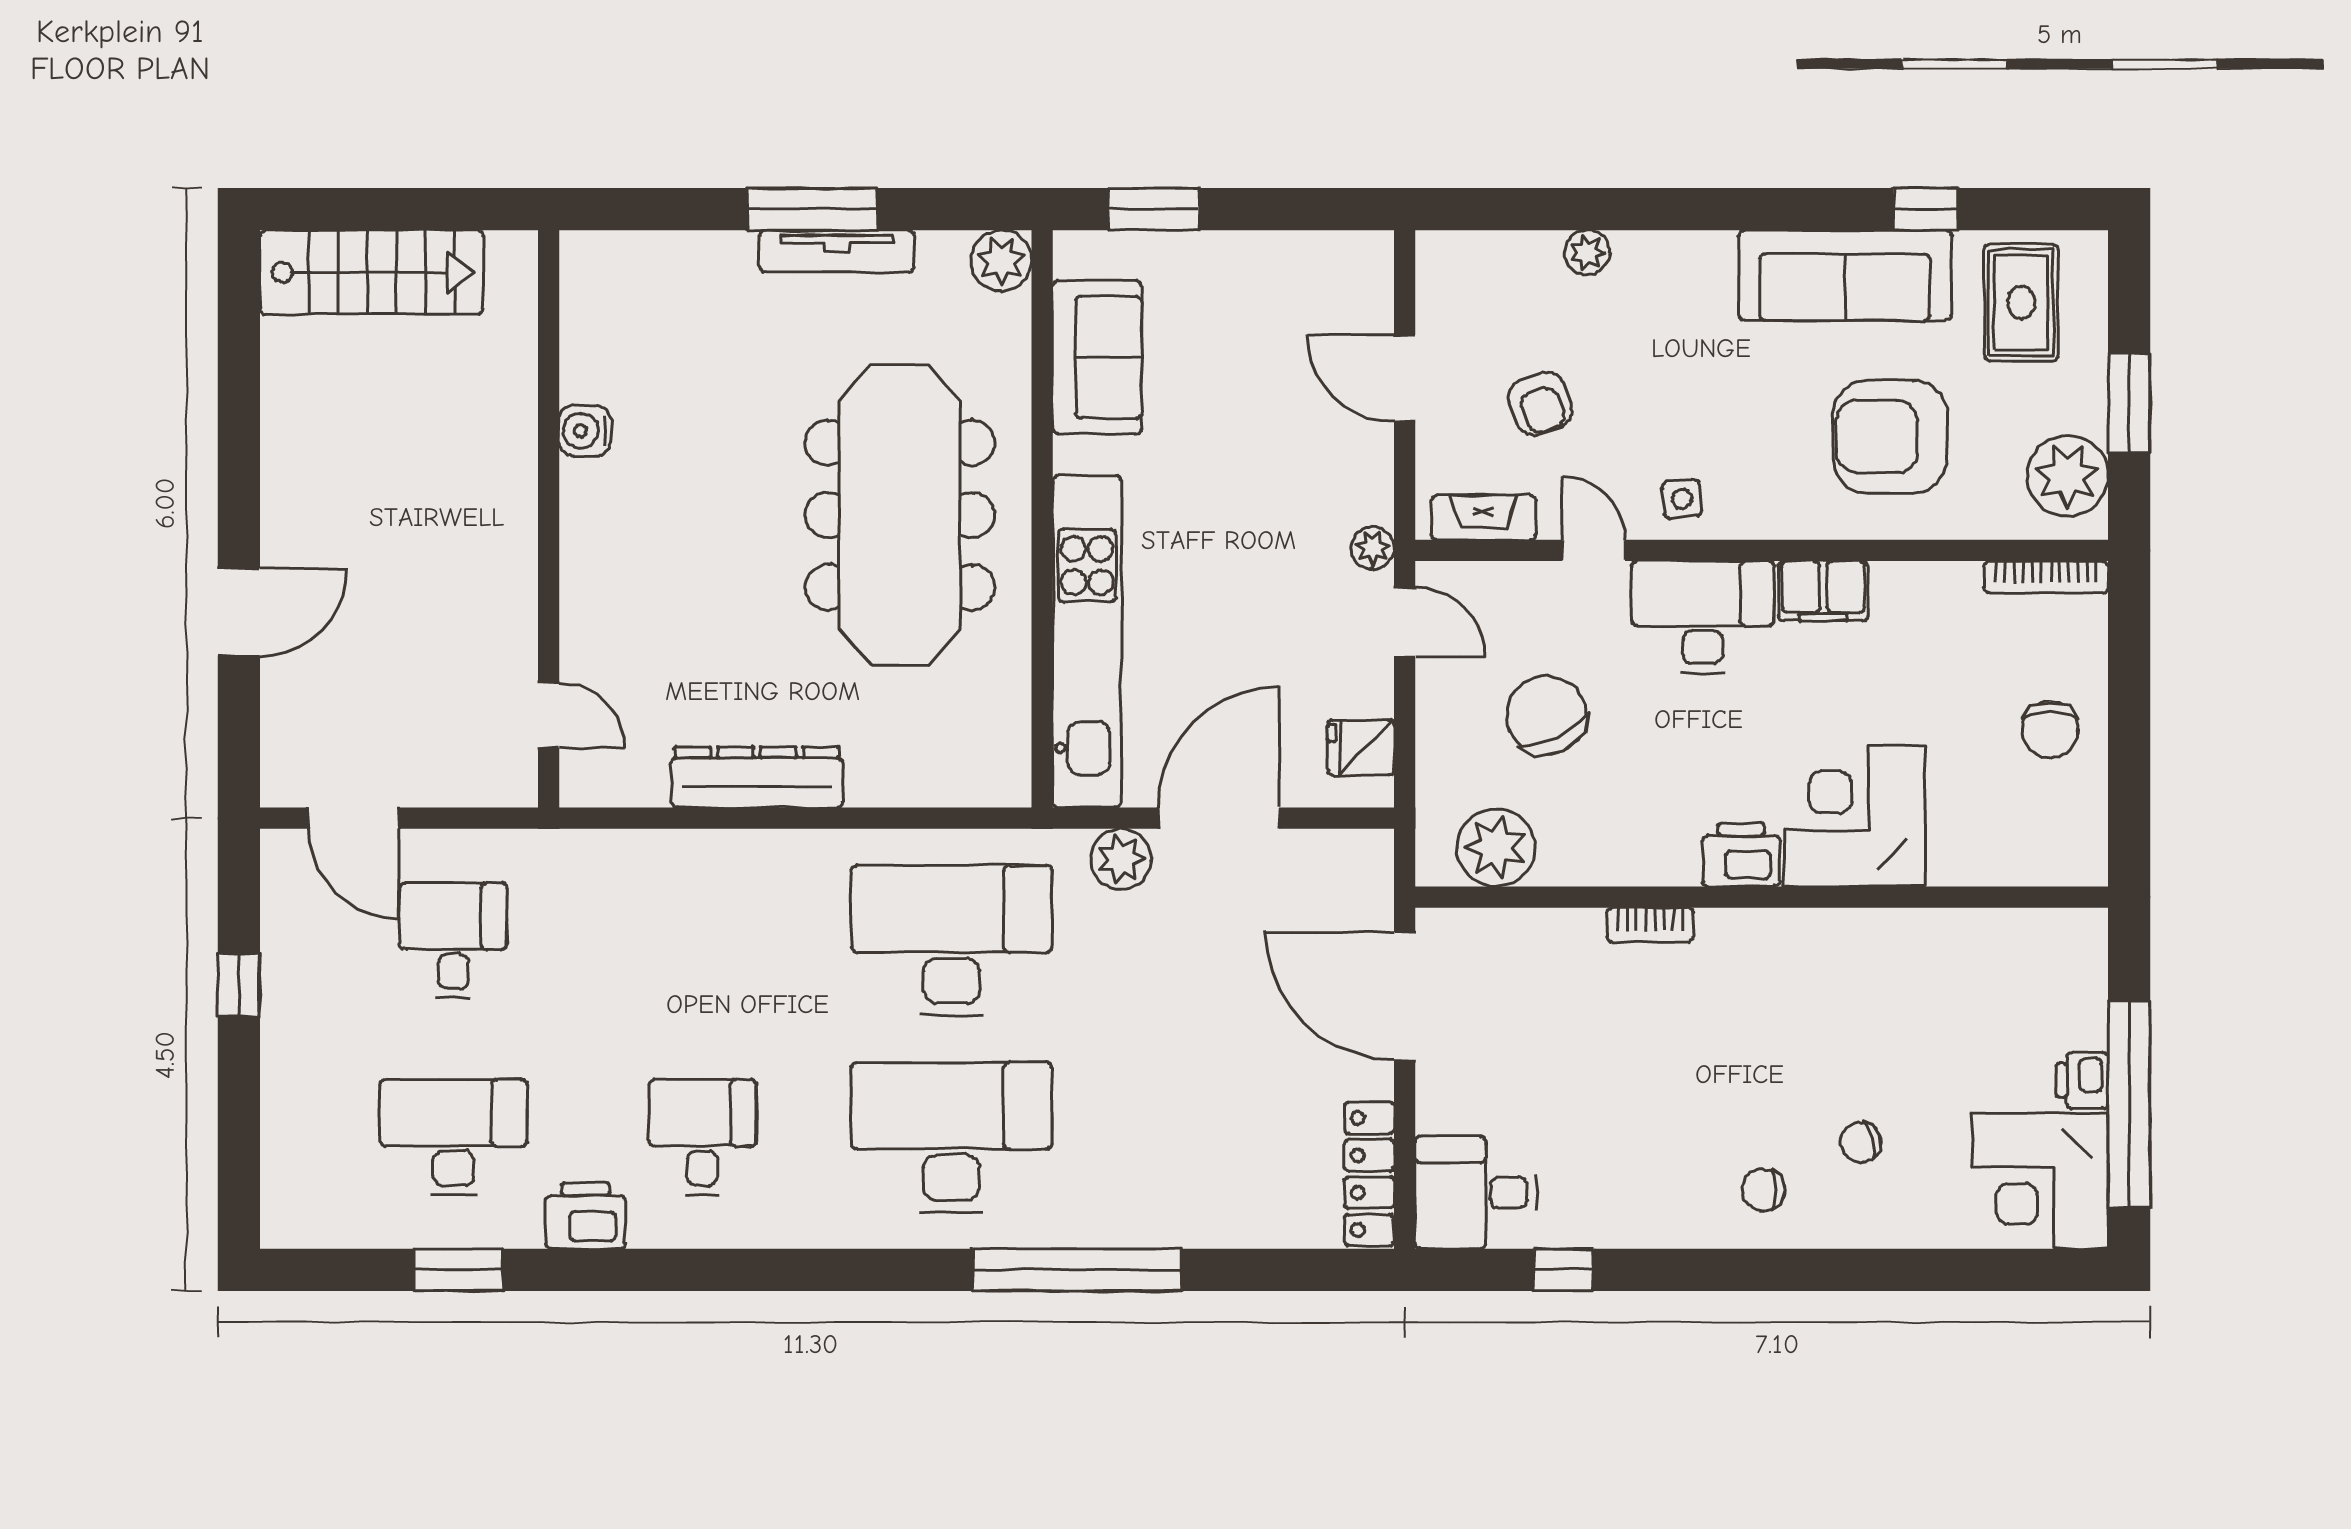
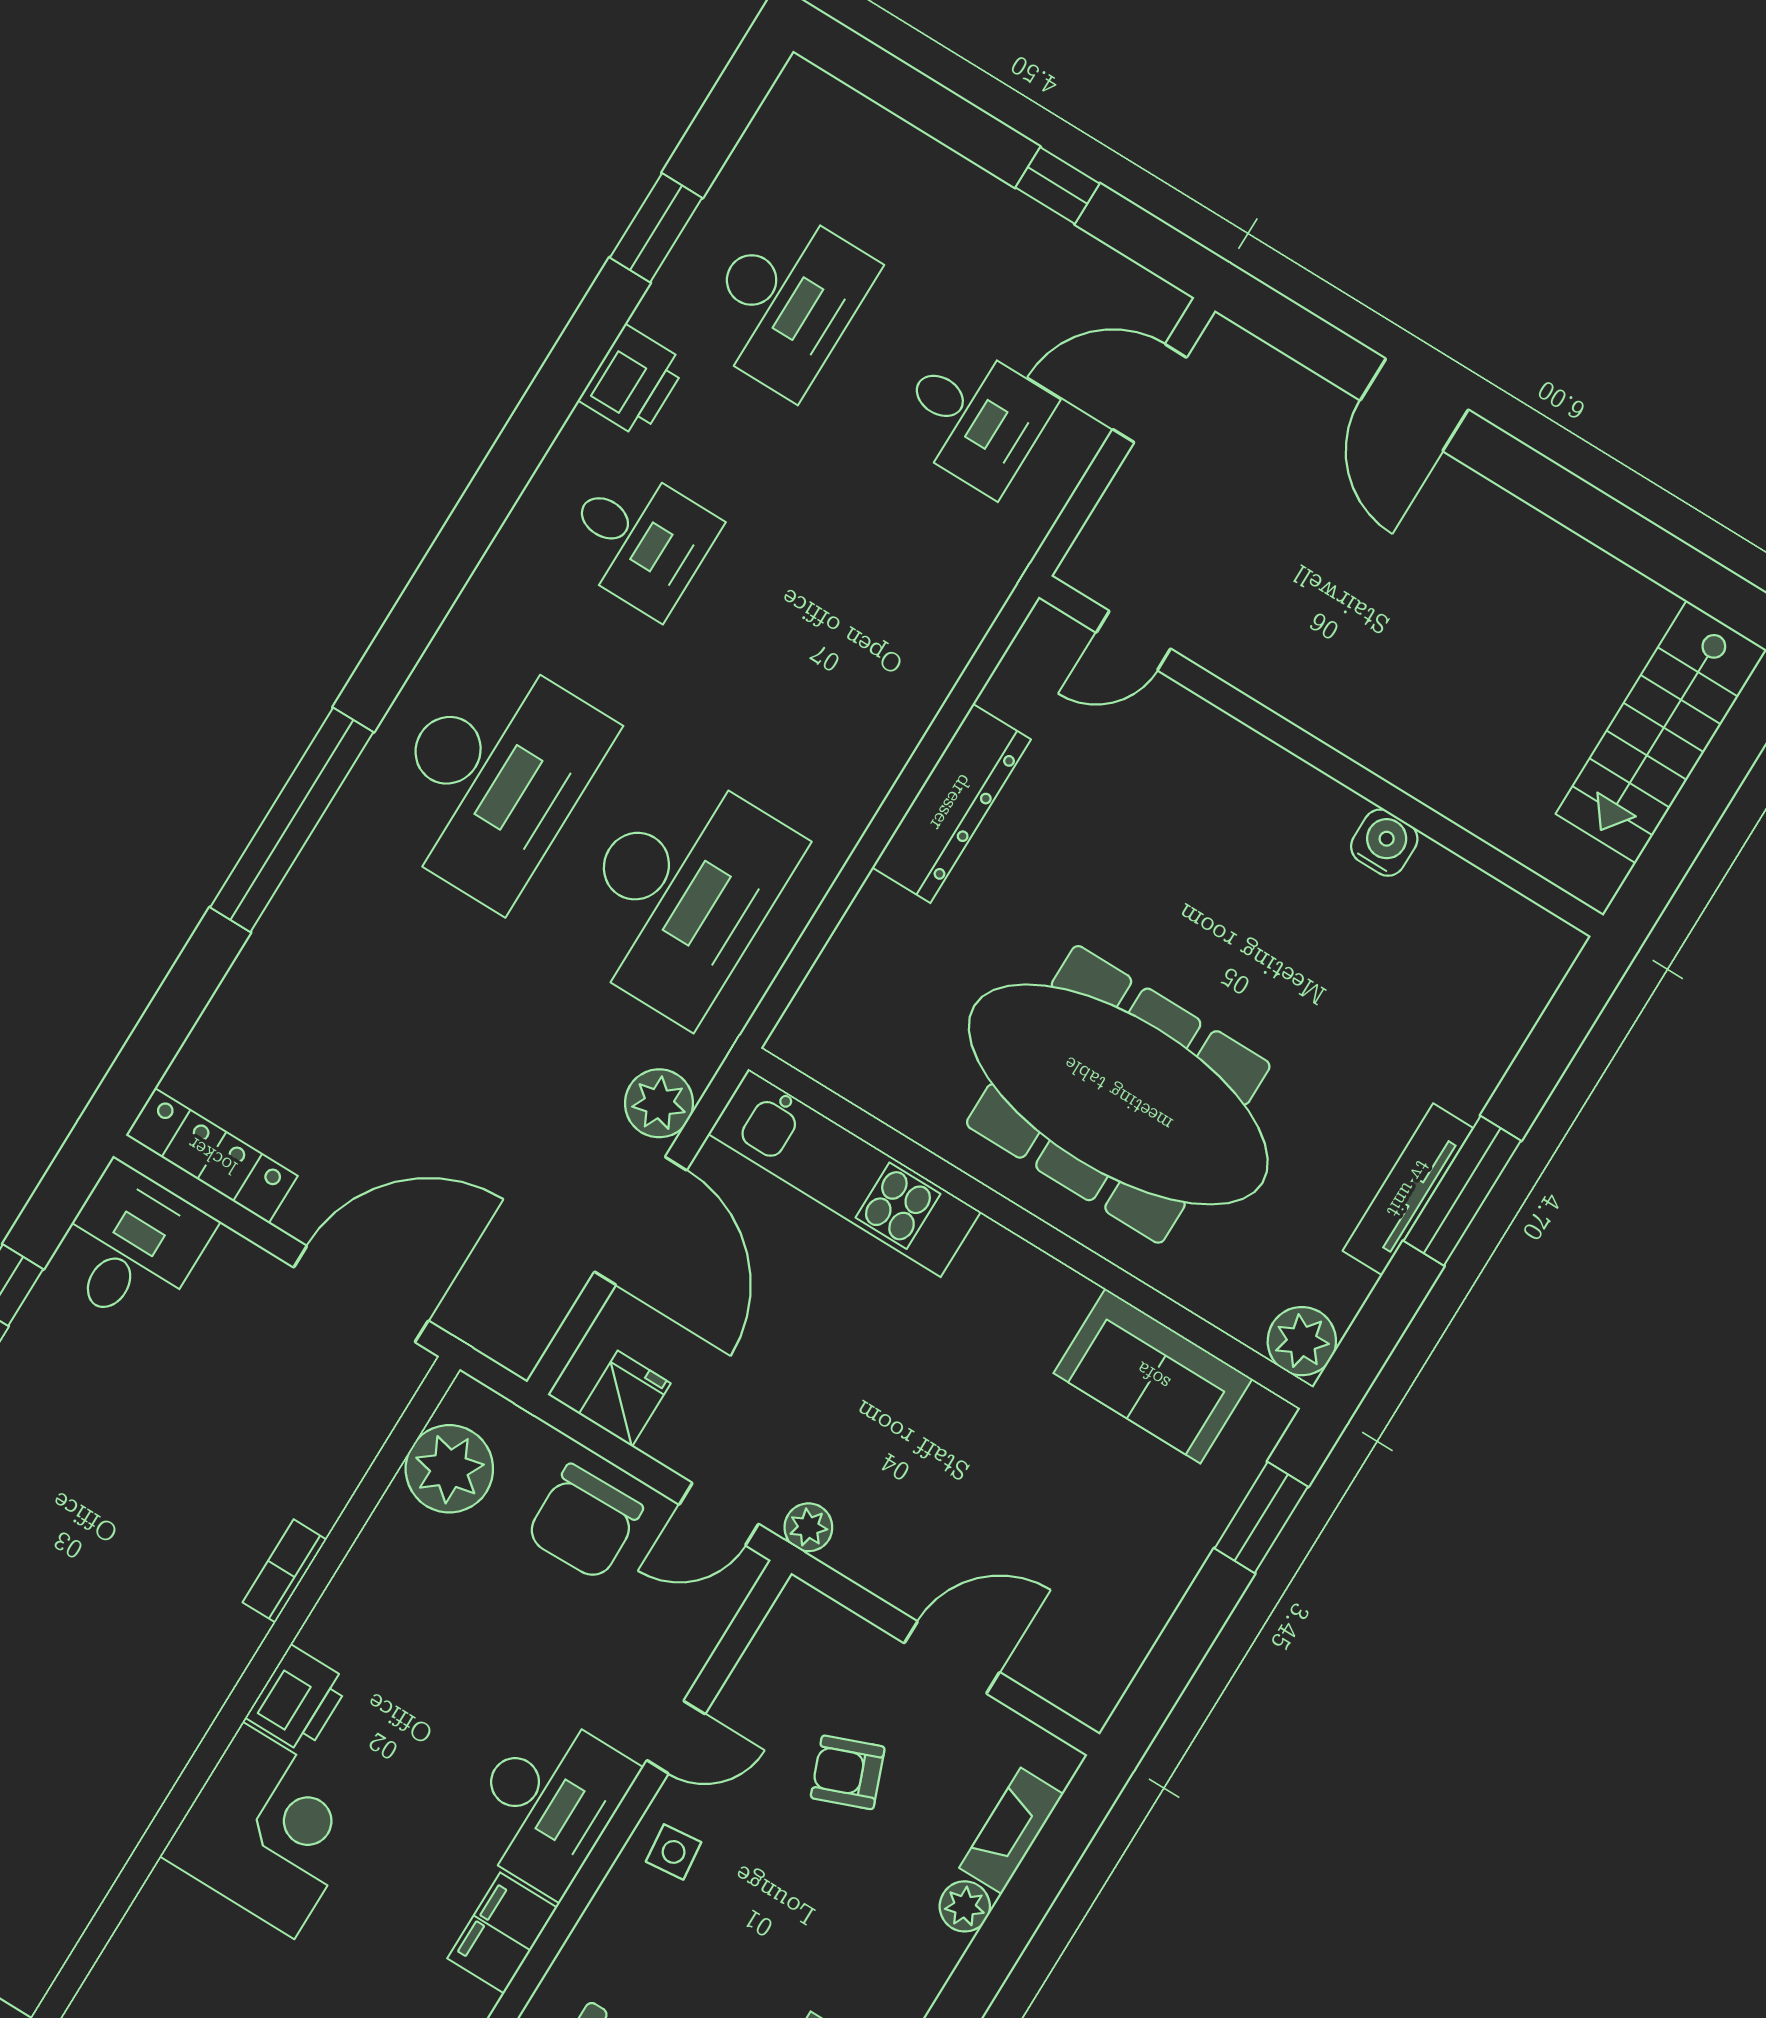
fireplace: (1484, 518) -> (1011, 1831), moved, turned 180
kitchen unit: (1087, 642) -> (844, 1173), width x0.73
chair: (1546, 715) -> (584, 1522), moved, turned 114

